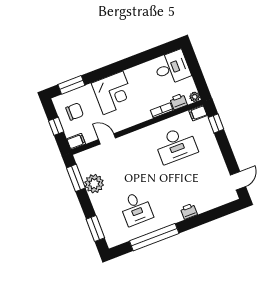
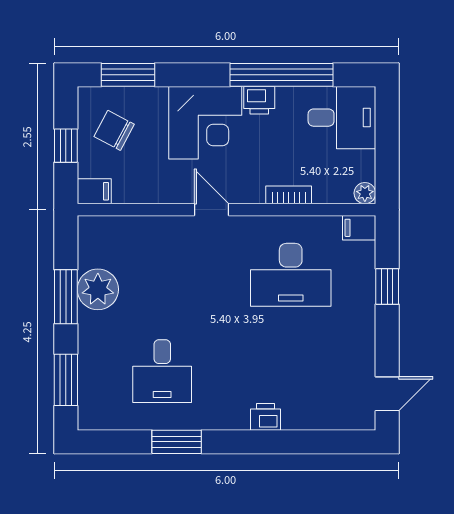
window: (138, 59) -> (282, 75), added
printer: (178, 102) -> (259, 100), moved, turned 180
chair: (75, 112) -> (114, 130), turned -152
window: (216, 123) -> (387, 287), moved
door: (107, 139) -> (211, 210), moved
window: (76, 178) -> (66, 297), moved
window: (154, 237) -> (177, 442), width x0.47

